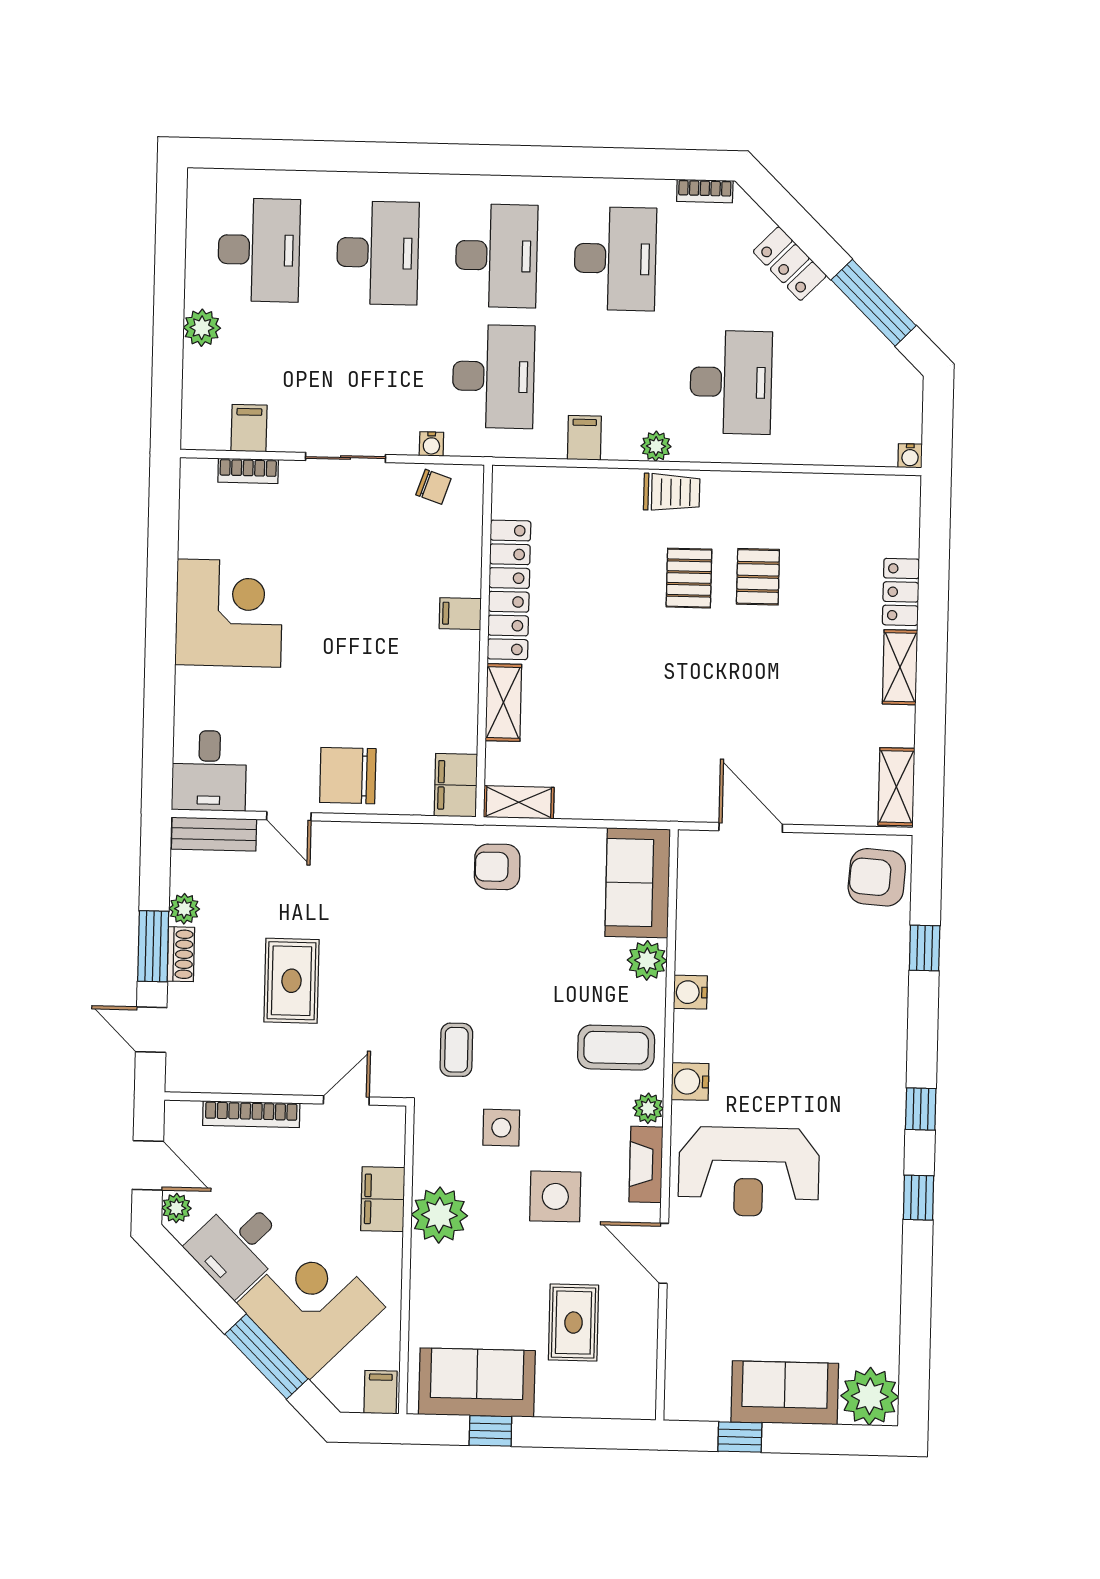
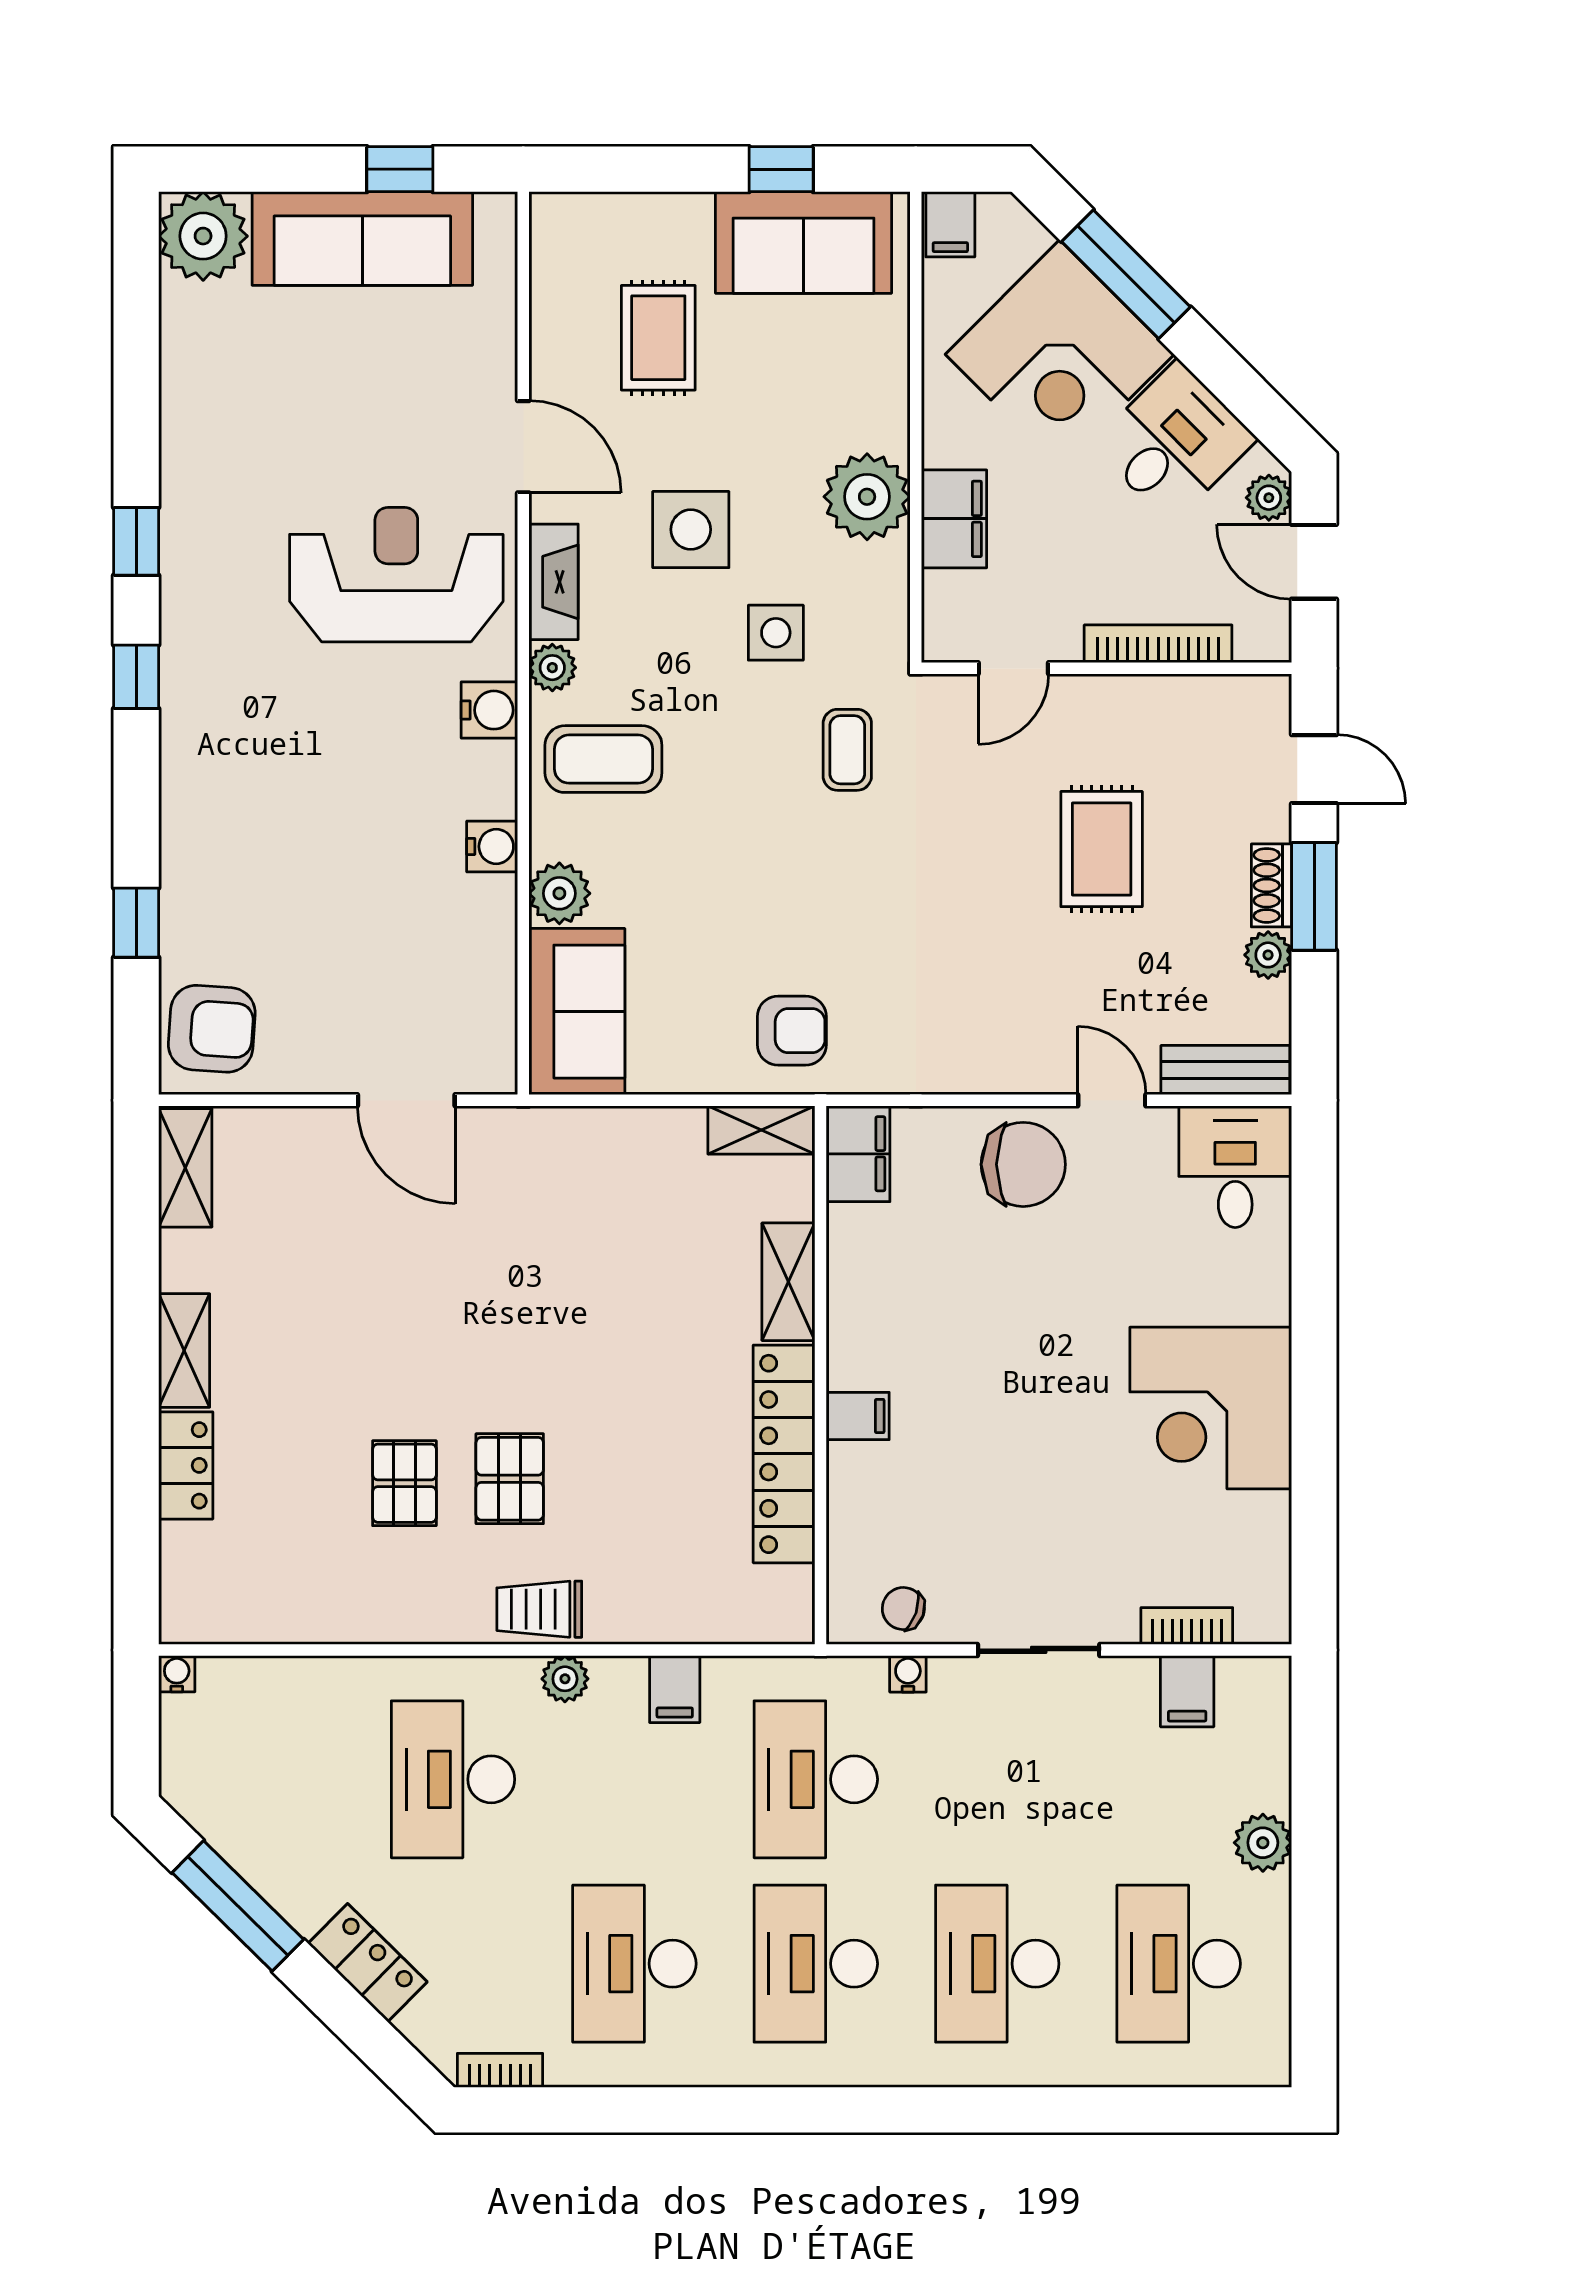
sofa: (785, 1393) -> (362, 238), width x1.36

